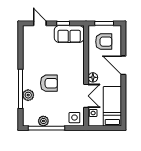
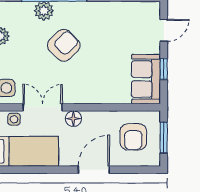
armchair: (49, 83) -> (64, 45), turned -135
double door: (86, 96) -> (43, 107), swing flipped

